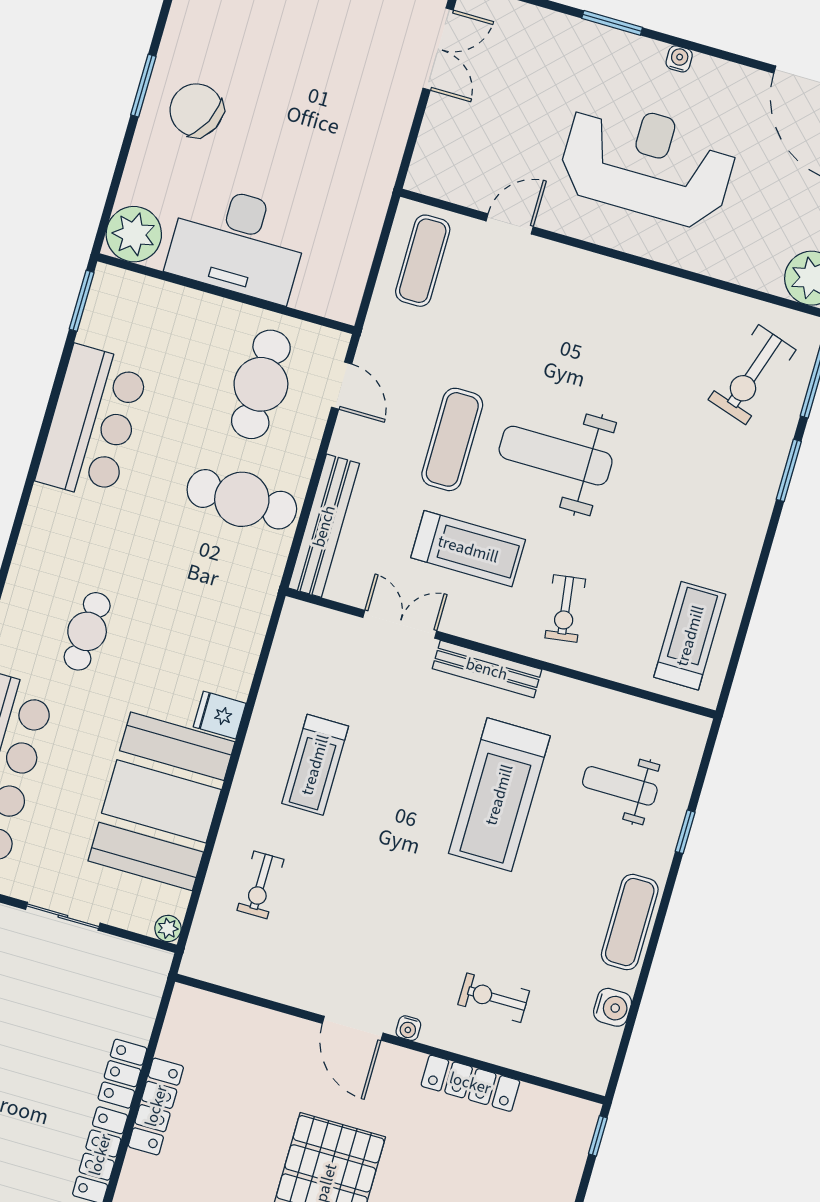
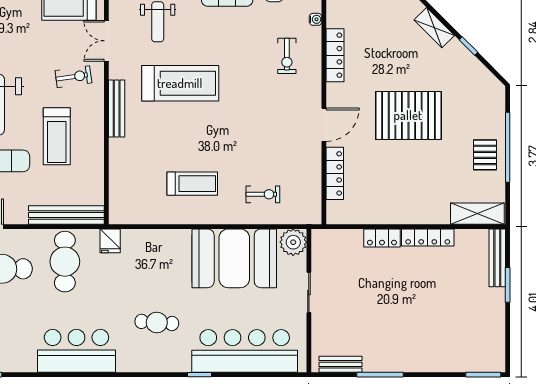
bar counter: (92, 423) -> (76, 351), moved
treadmill: (468, 549) -> (57, 136), turned 180
double door: (400, 624) -> (106, 41), moved
fridge: (220, 715) -> (110, 241), moved
plant: (168, 928) -> (293, 242), width x1.88, depth x1.88
water cooler: (408, 1028) -> (316, 19), moved
locker: (156, 1106) -> (335, 173), moved, turned 90

